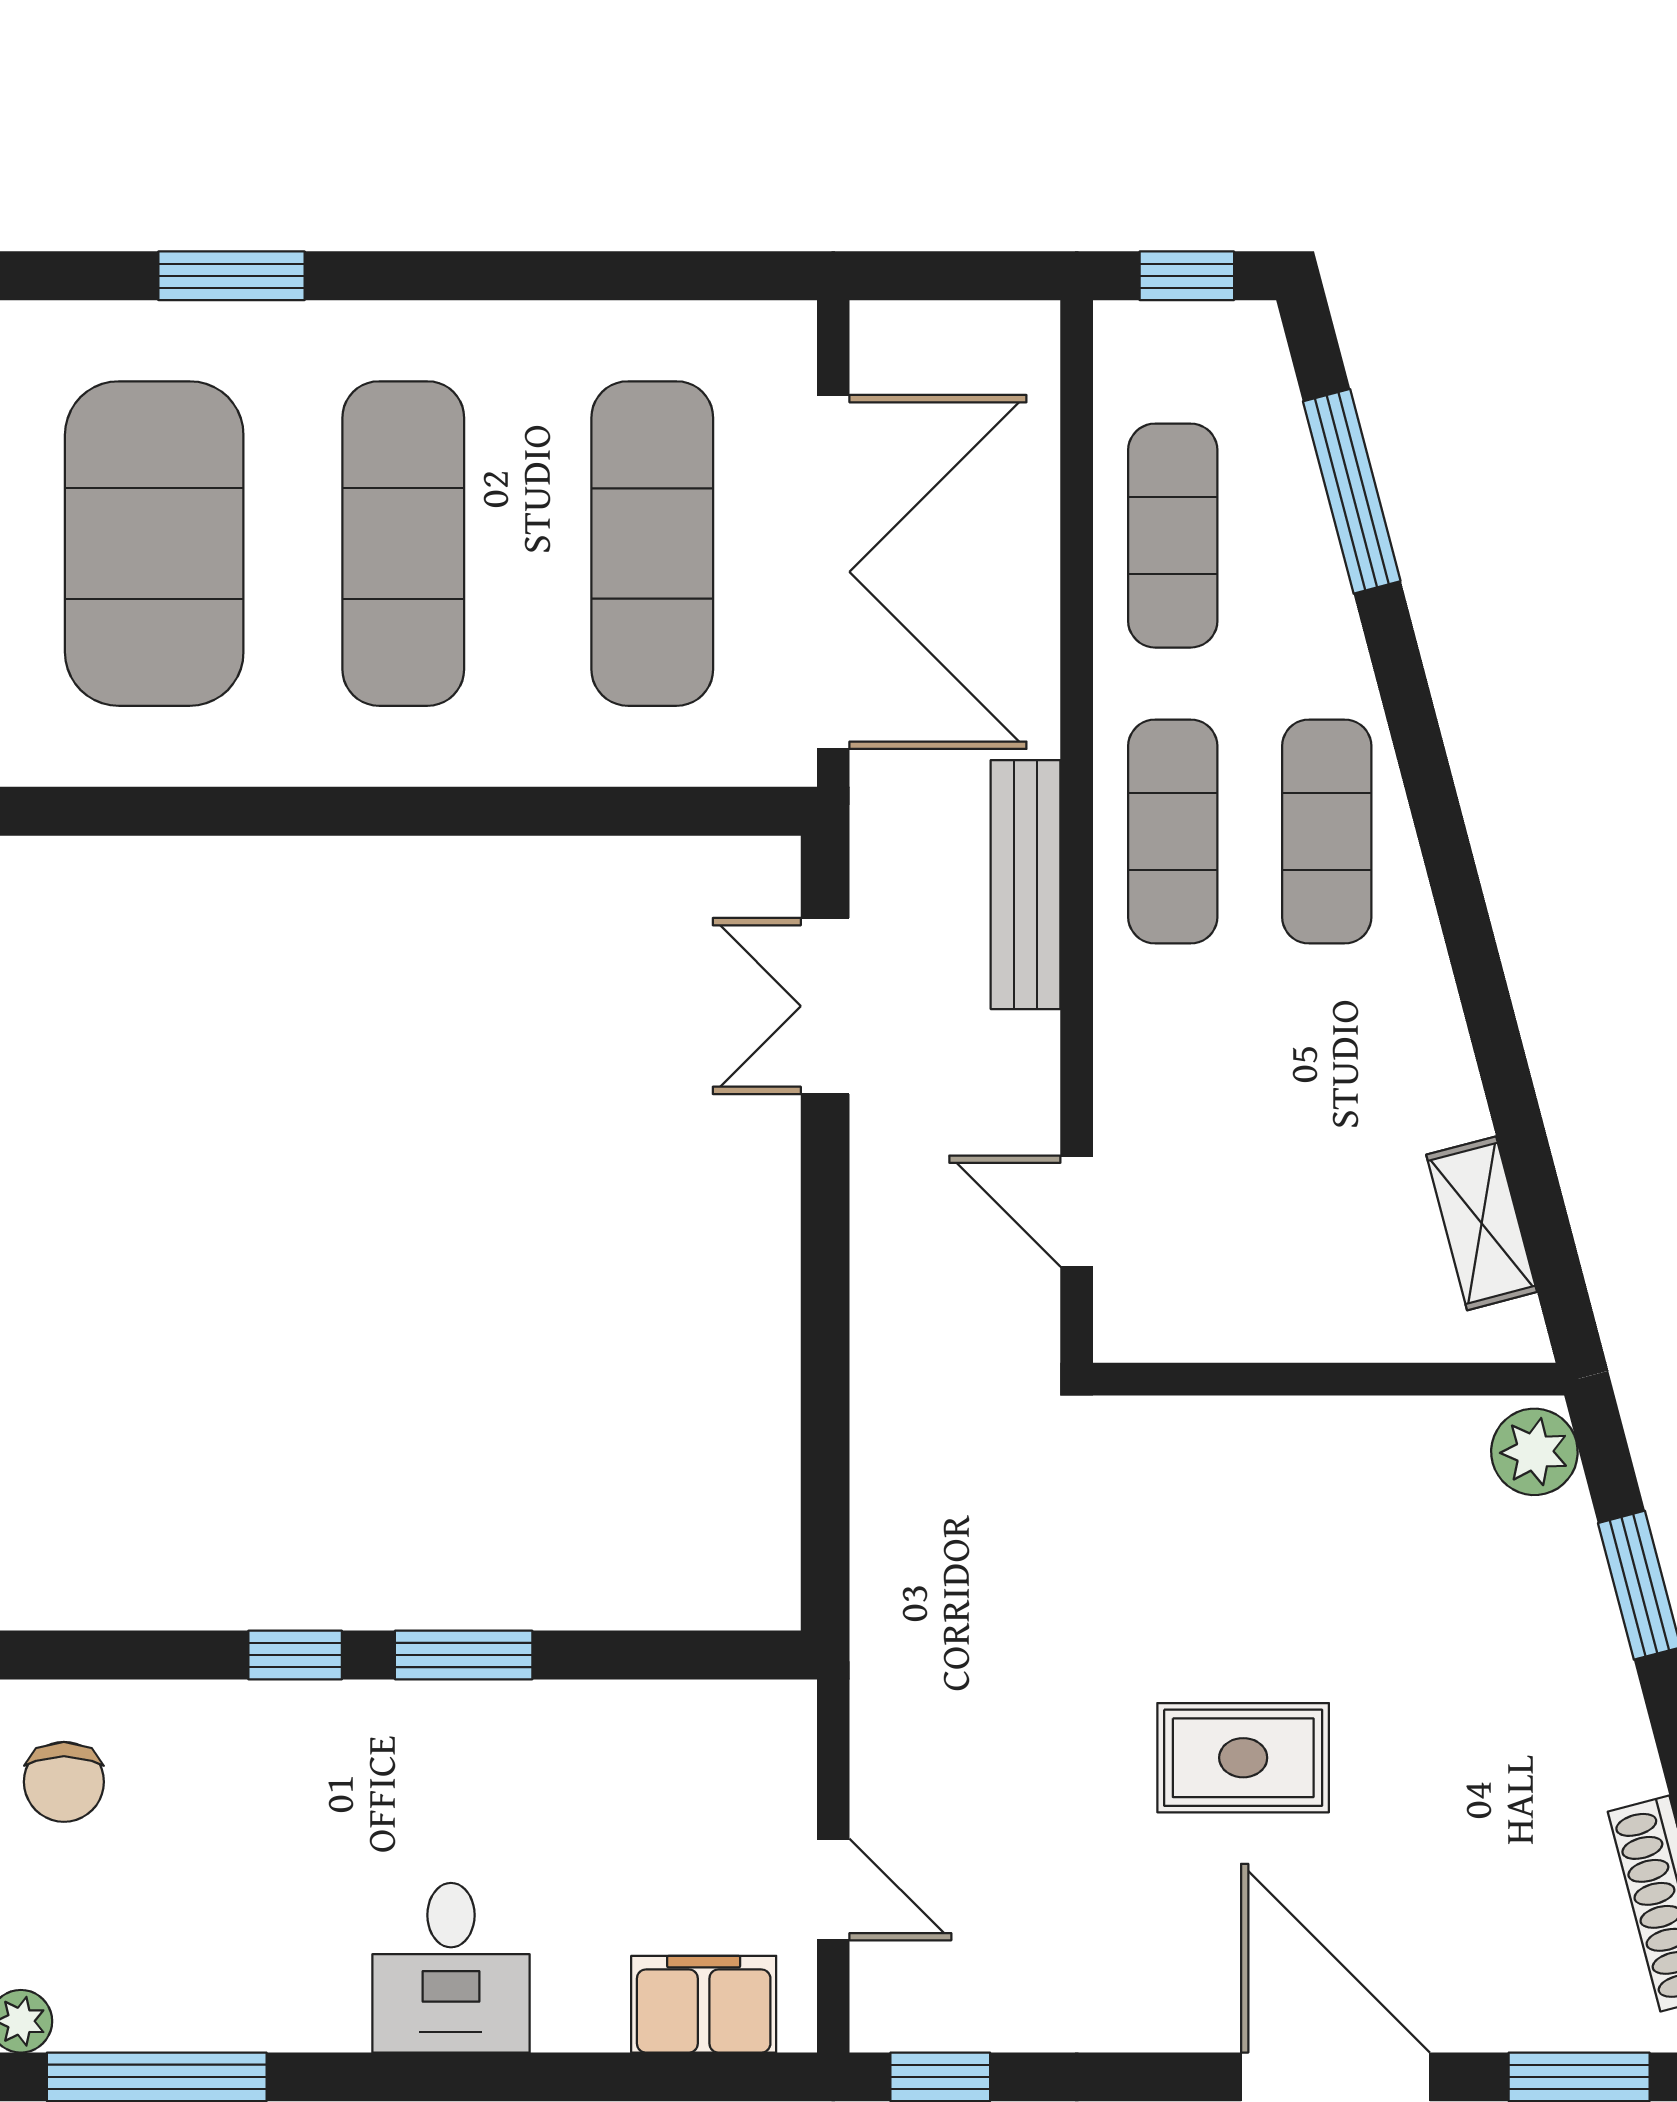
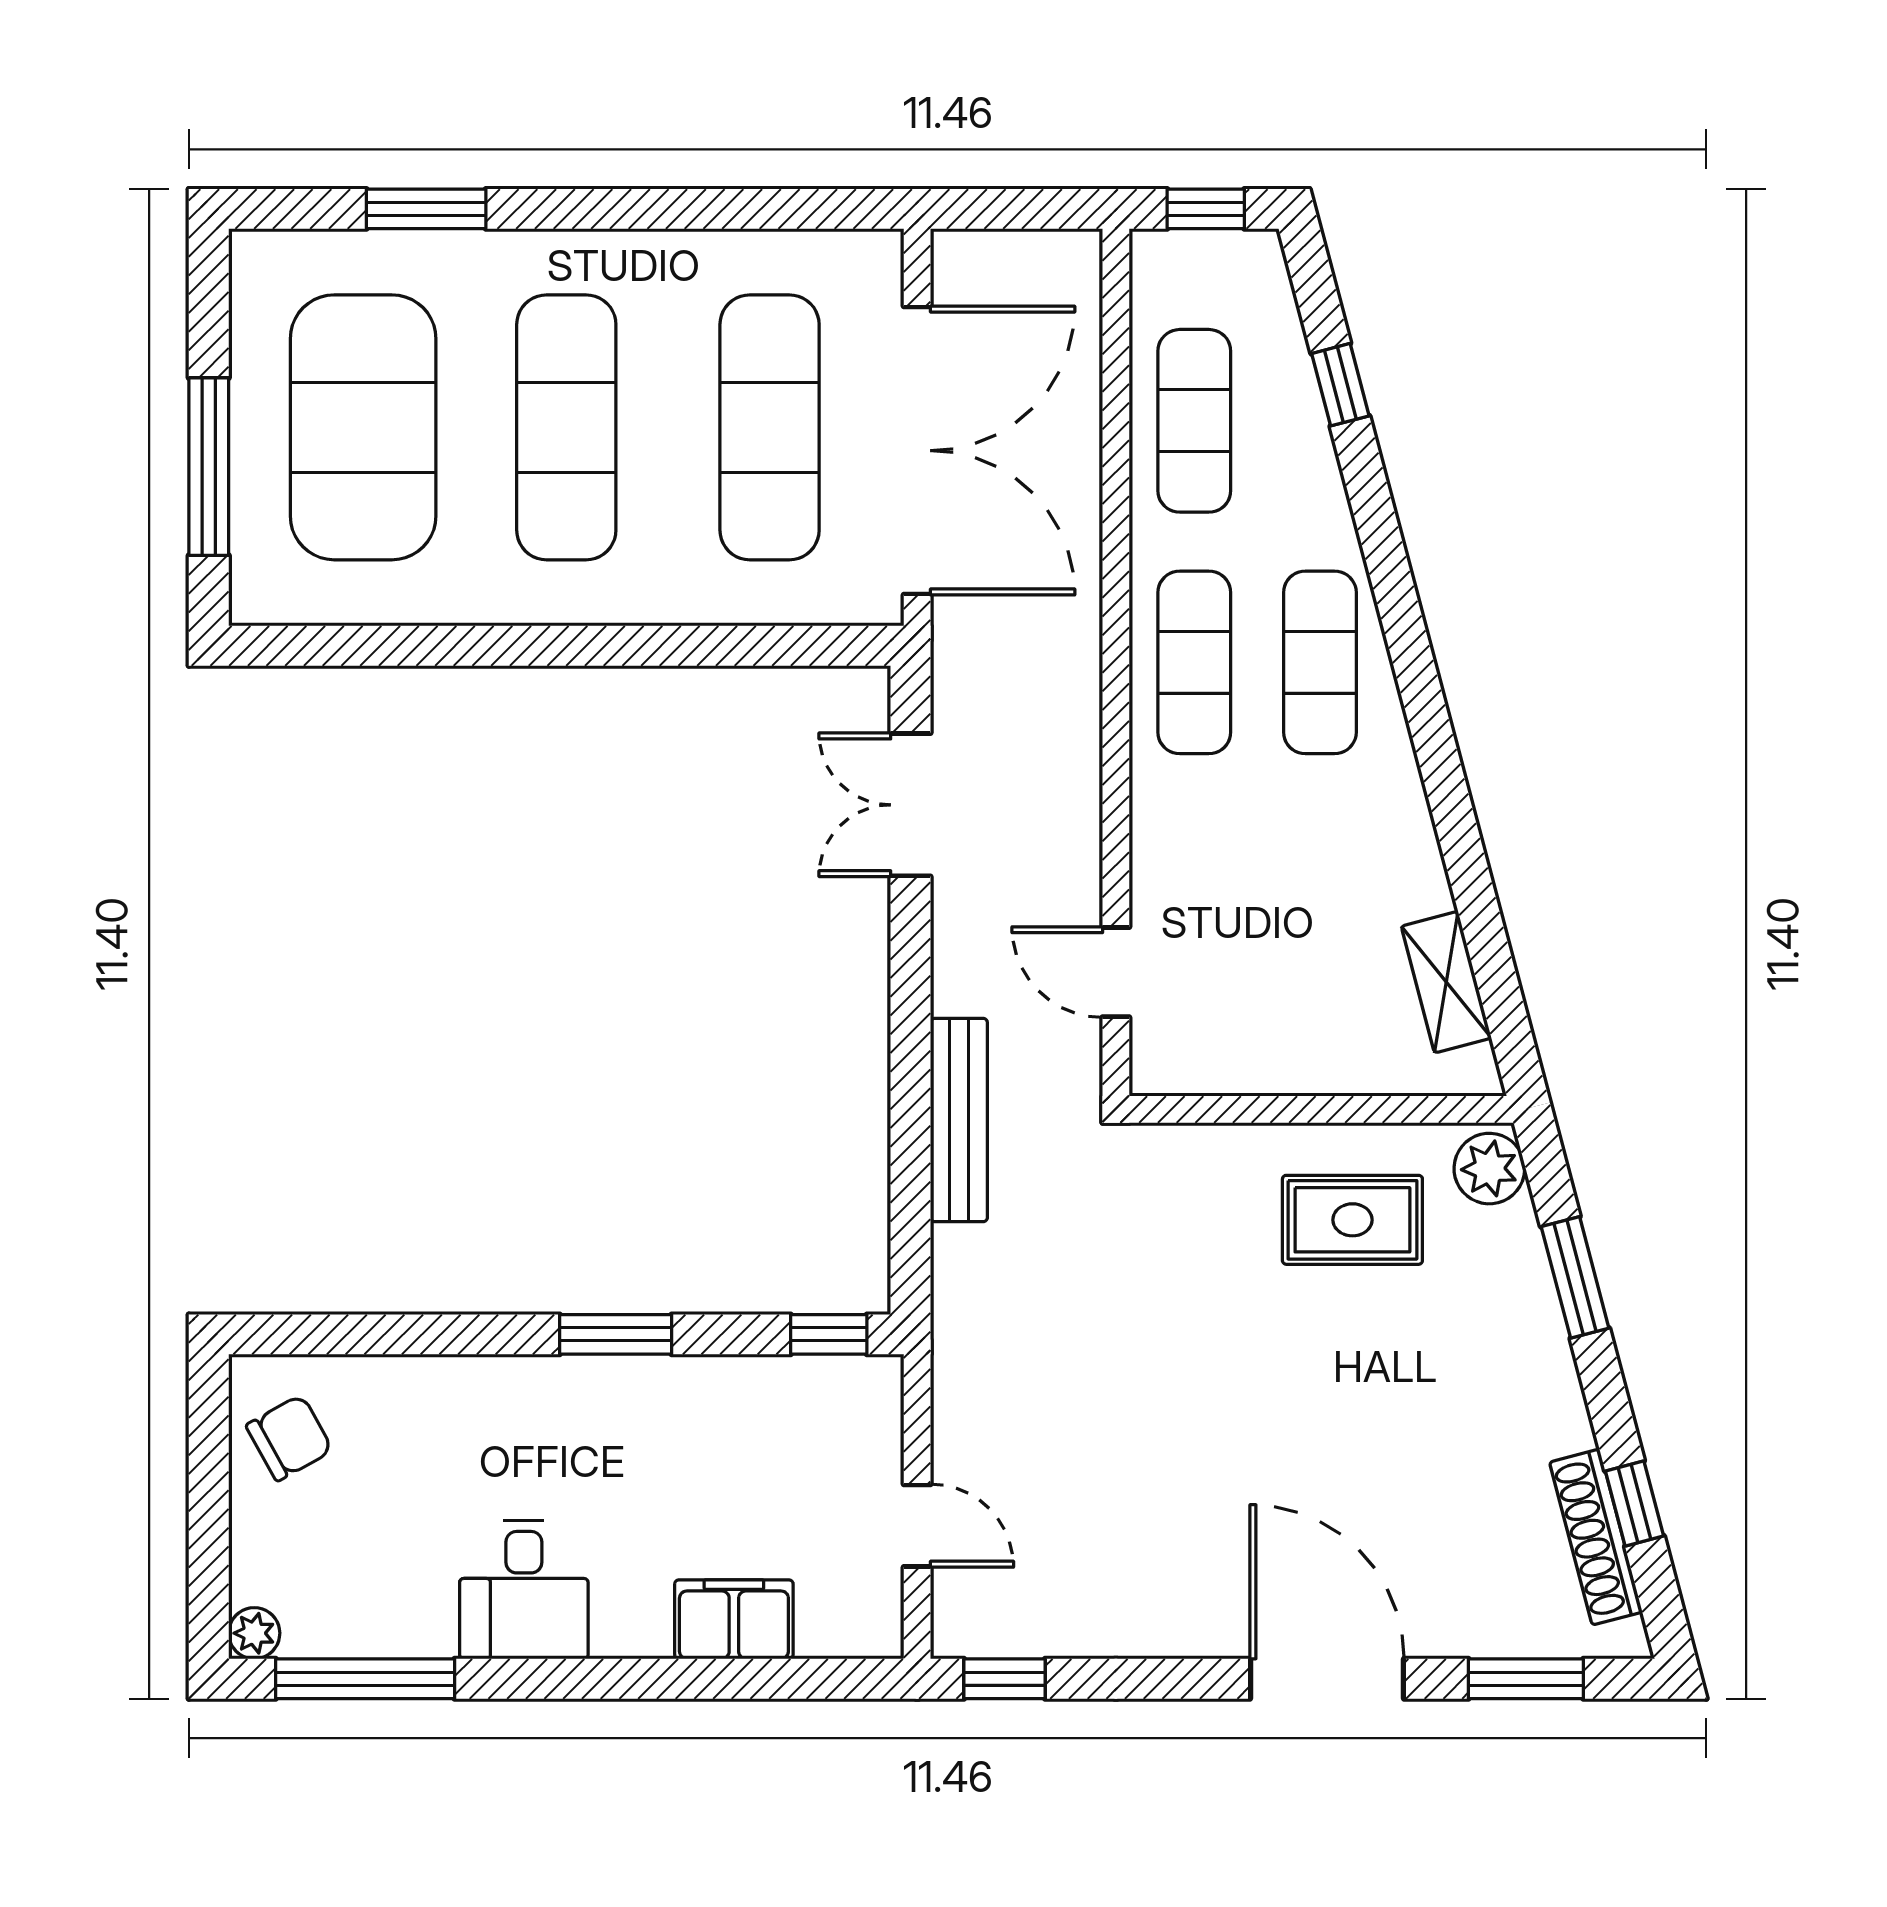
window: (1352, 491) -> (1340, 385), width x0.46
bench: (1026, 885) -> (959, 1120), moved
window: (295, 1655) -> (829, 1334), moved
rug: (1243, 1758) -> (1352, 1220), moved
chair: (64, 1782) -> (289, 1438), turned -119
desk: (451, 1968) -> (524, 1590), moved
filing cabinet: (704, 2004) -> (734, 1619), moved

